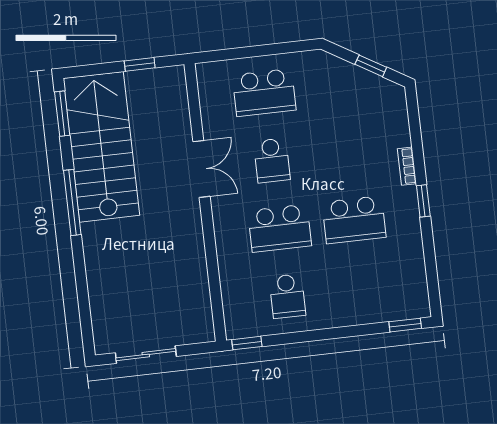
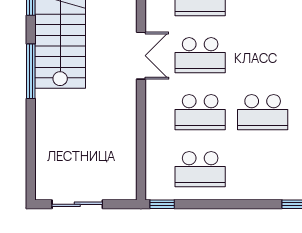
school desk: (272, 160) -> (200, 55), width x1.85
school desk: (287, 296) -> (200, 169), width x1.85

